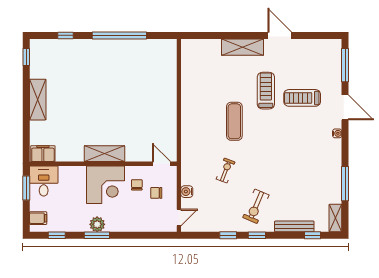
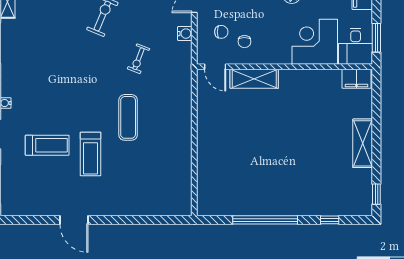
shelving: (243, 47) -> (118, 206), removed
shelving: (104, 154) -> (254, 79), moved
corner desk: (105, 185) -> (315, 42), moved

